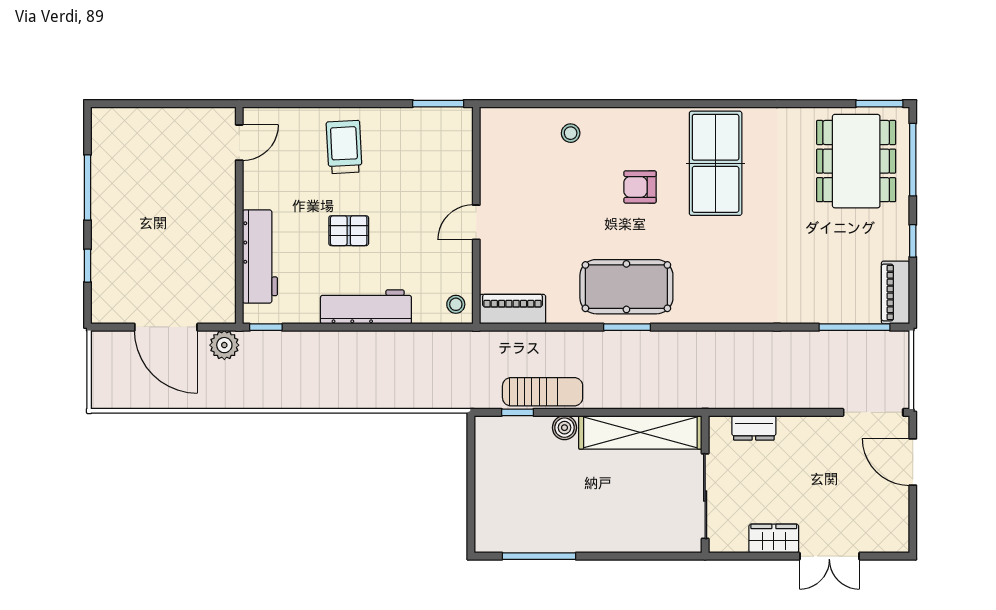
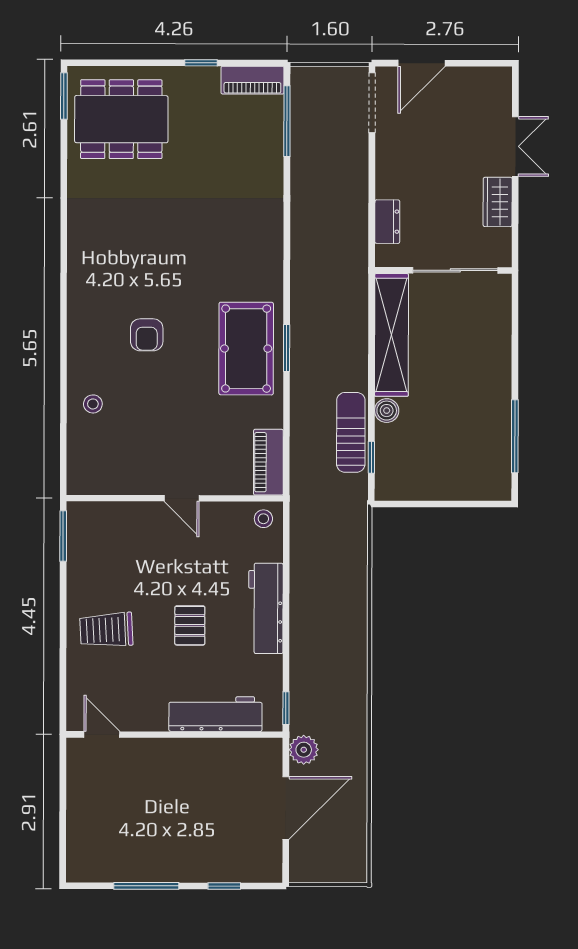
window: (913, 160) -> (120, 63), removed
table tennis table: (716, 163) -> (123, 259), removed

